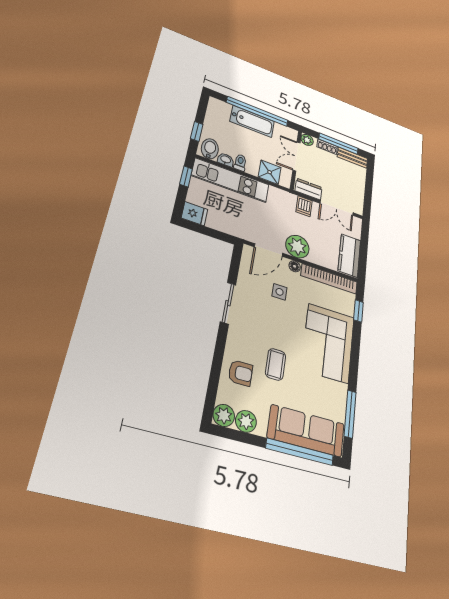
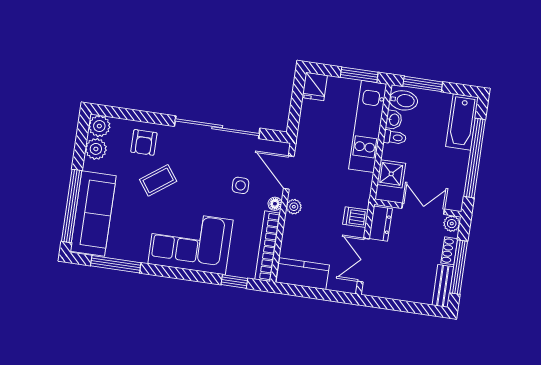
bathtub: (252, 121) -> (462, 122), moved
window: (197, 131) -> (423, 84), width x1.50
window: (186, 176) -> (359, 75), width x1.50
plant: (297, 247) -> (294, 207), width x0.53, depth x0.53
sliding door: (228, 303) -> (217, 127), width x1.86
coffee table: (276, 364) -> (158, 180), turned -36

